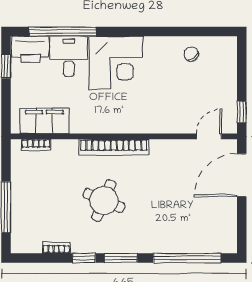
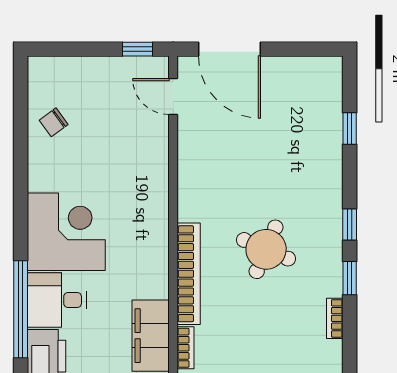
bookcase: (114, 147) -> (189, 274), moved
window: (121, 258) -> (350, 225), width x0.67
window: (187, 258) -> (350, 128), width x0.32

